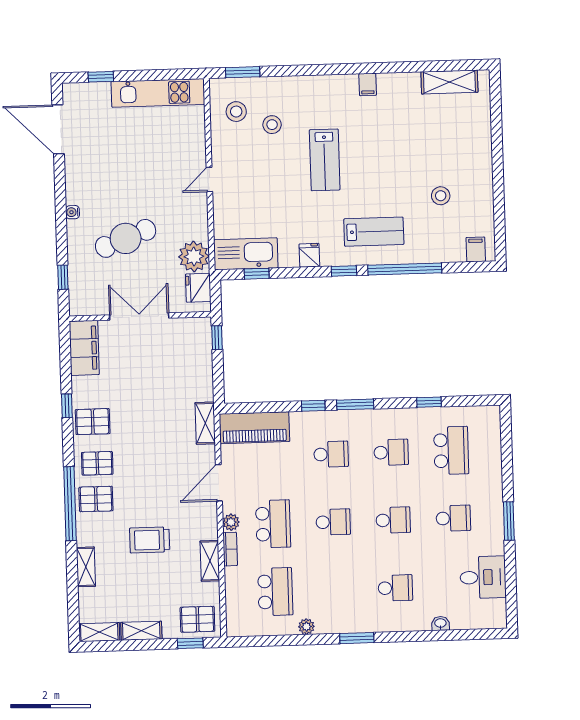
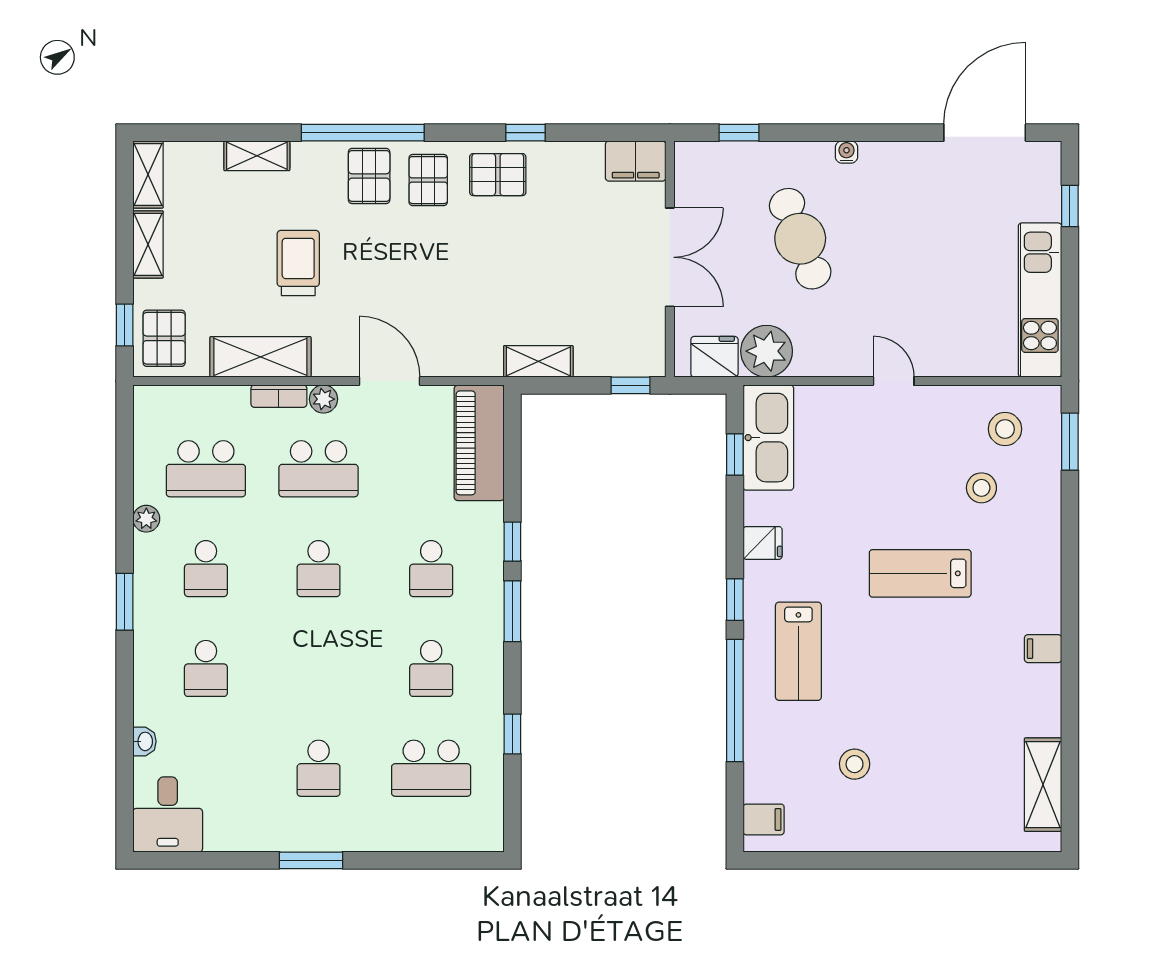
filing cabinet: (84, 348) -> (636, 161), width x0.67, depth x0.86
pallet: (93, 422) -> (498, 175), turned 90
shelving: (205, 423) -> (538, 361), moved
school desk: (393, 520) -> (206, 569), moved
shelving: (210, 561) -> (260, 357), width x1.50, depth x1.33
desk: (483, 577) -> (168, 814), moved

